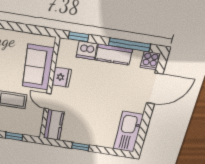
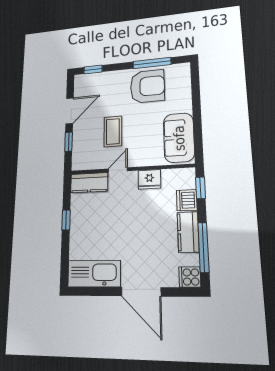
sofa: (38, 67) -> (179, 138), moved, turned -90
door: (155, 89) -> (141, 292), moved

